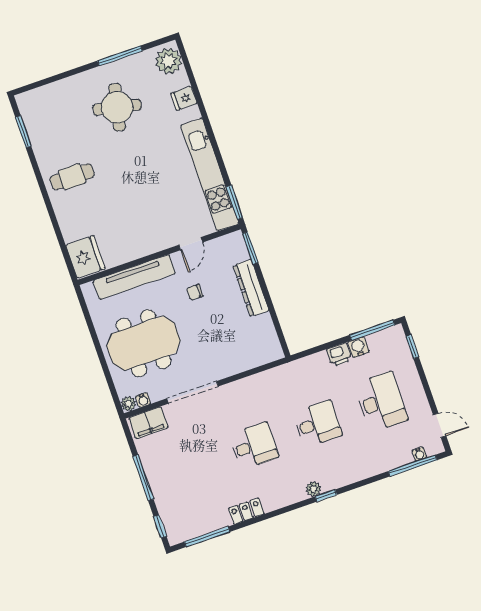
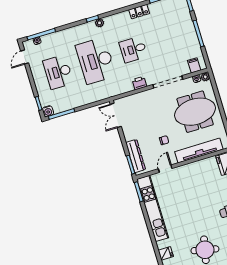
dresser: (251, 288) -> (136, 156), moved
double door: (279, 332) -> (116, 115), added
water cooler: (358, 347) -> (48, 111), moved
printer: (339, 355) -> (139, 83), moved
filing cabinet: (148, 423) -> (194, 65), width x0.50
desk: (317, 424) -> (96, 61), width x1.87, depth x1.30
door: (440, 425) -> (25, 57), hinge flipped

